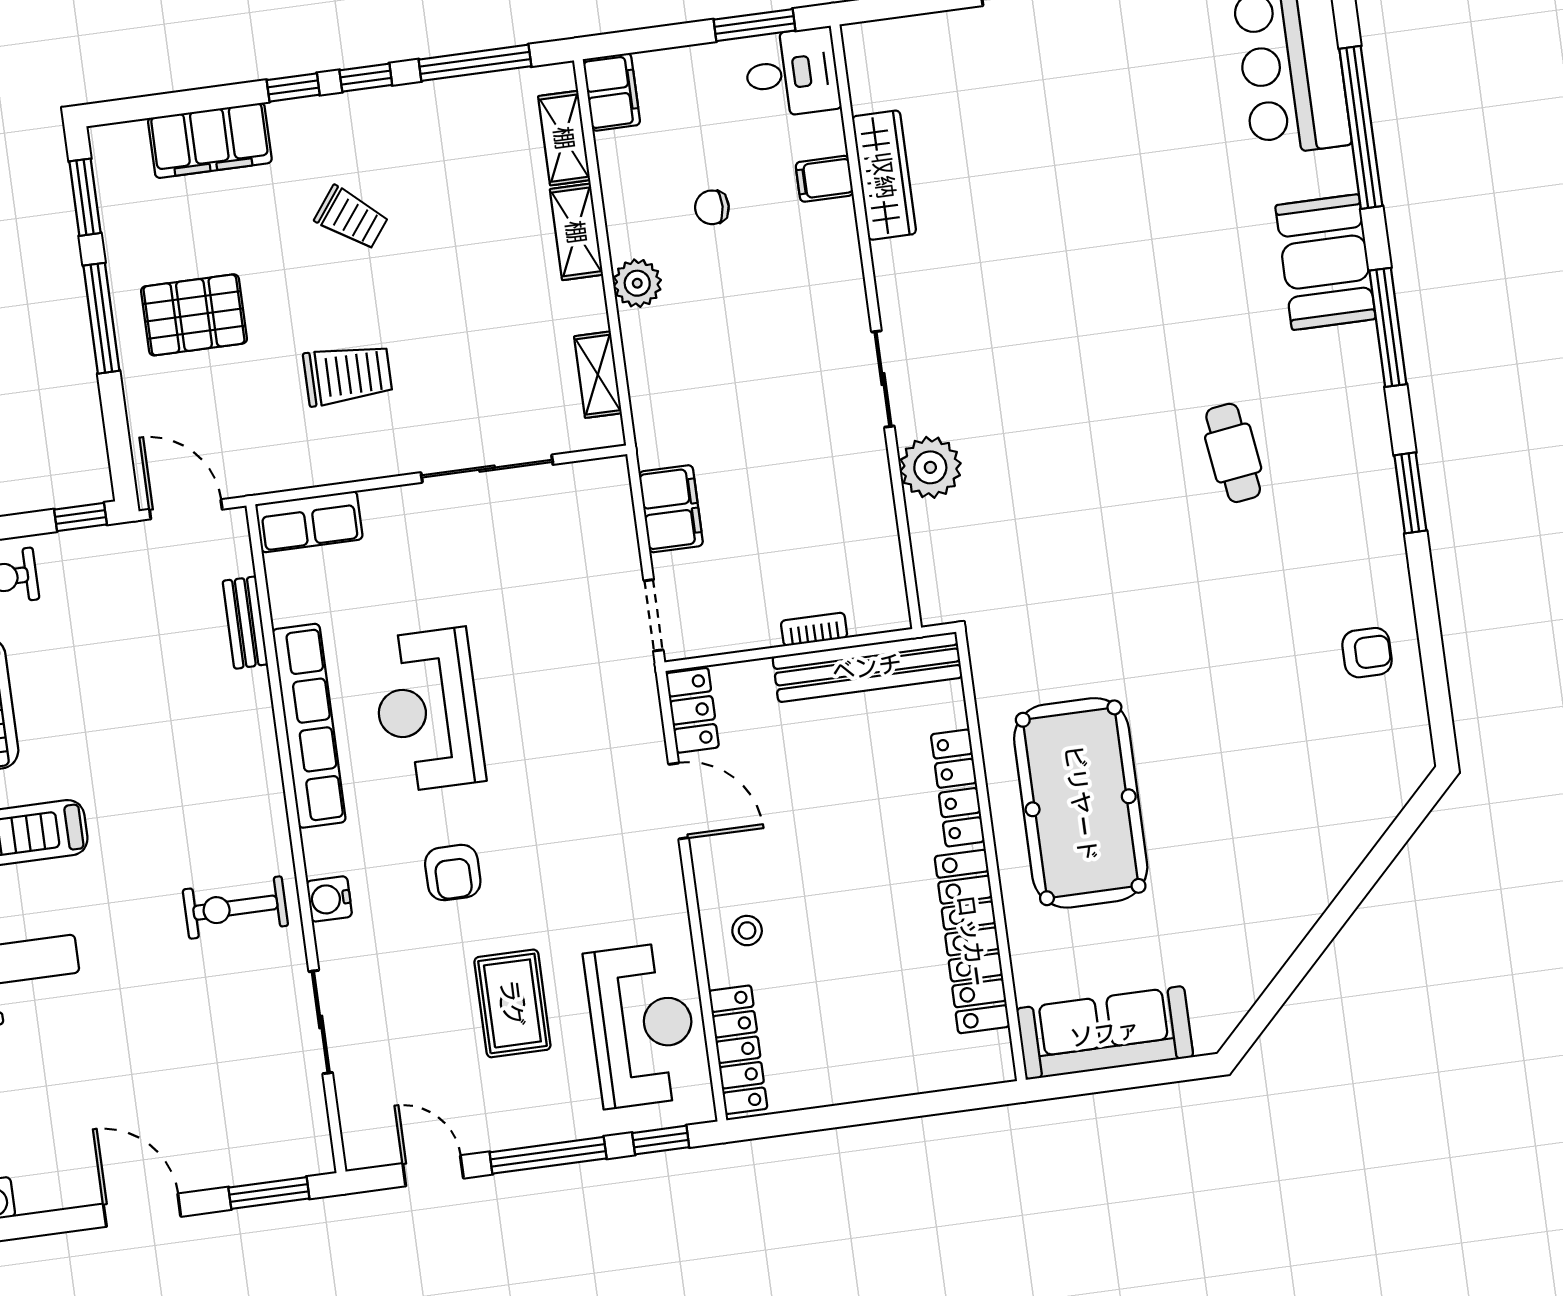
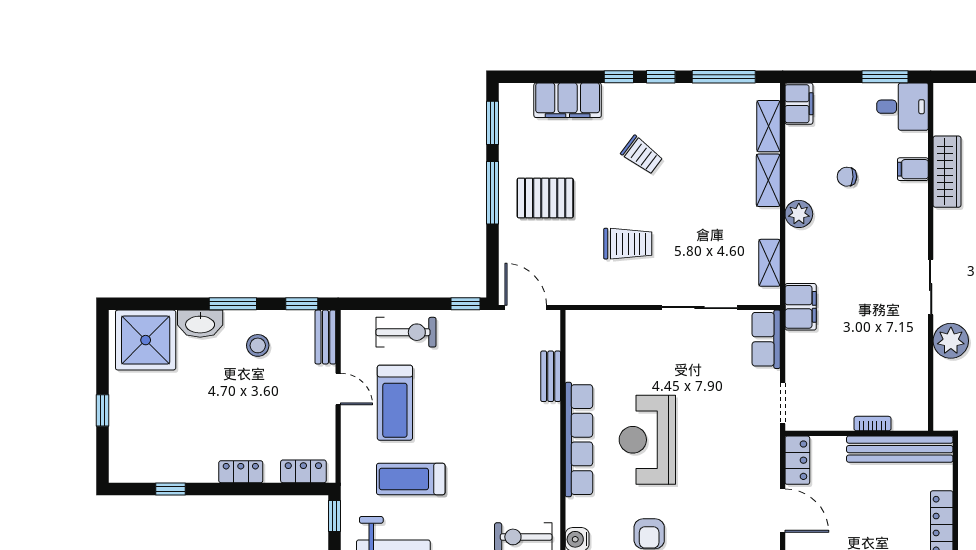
filing cabinet: (671, 509) -> (801, 307), moved
row of seats: (309, 522) -> (766, 339), moved, turned 90

